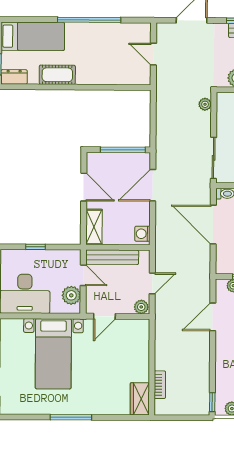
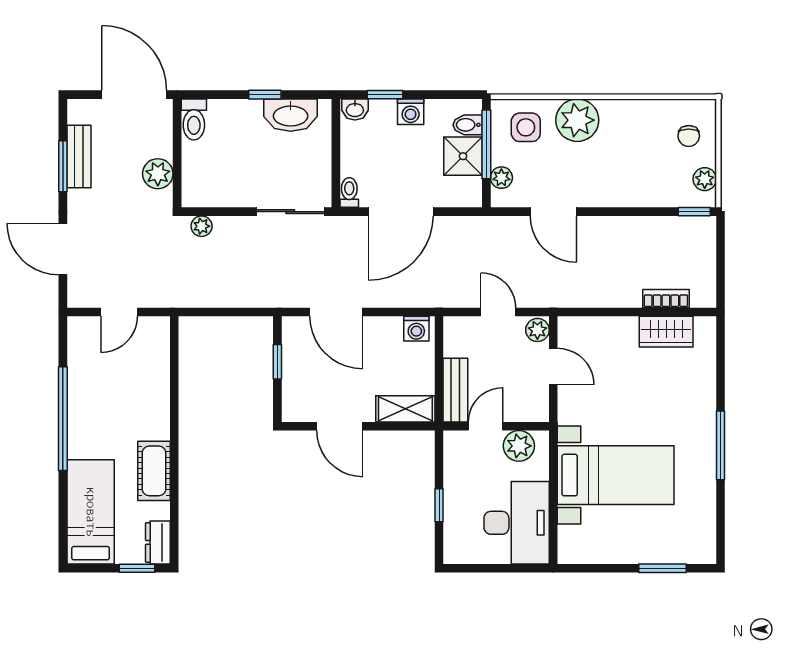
window: (123, 150) -> (277, 362), width x0.46
door: (84, 187) -> (340, 426), swing flipped
bench: (112, 257) -> (455, 390), width x0.73
door: (104, 316) -> (553, 366), moved
wardrobe: (140, 399) -> (666, 332), moved

